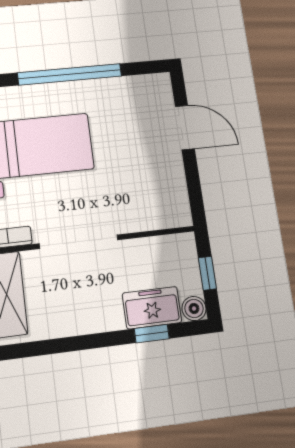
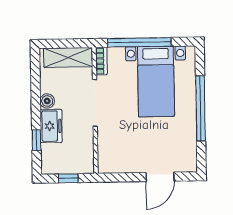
freezer: (152, 308) -> (51, 126), moved
boiler: (194, 308) -> (47, 101), moved

